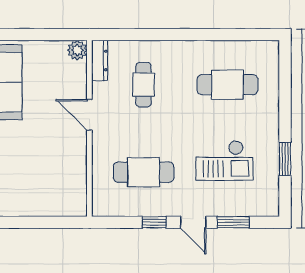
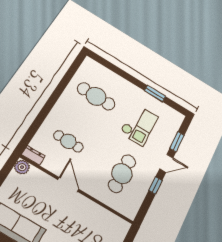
dresser: (100, 61) -> (33, 155), width x0.70
cafe table: (227, 85) -> (96, 96), turned 90
door: (89, 115) -> (68, 184), swing flipped

